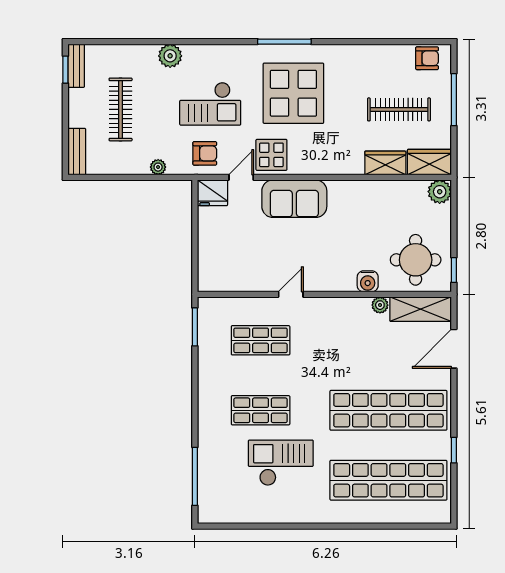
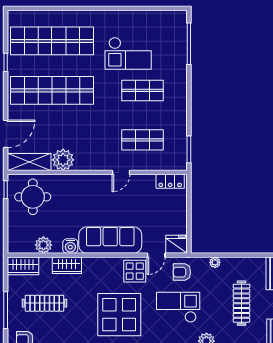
wardrobe: (385, 163) -> (67, 265), moved
plant: (440, 192) -> (43, 245), moved
sofa: (294, 199) -> (110, 240), width x1.36
water cooler: (368, 281) -> (70, 246), moved, turned 180
locker: (221, 282) -> (170, 181), added
plant: (380, 305) -> (63, 160), width x1.88, depth x1.88

